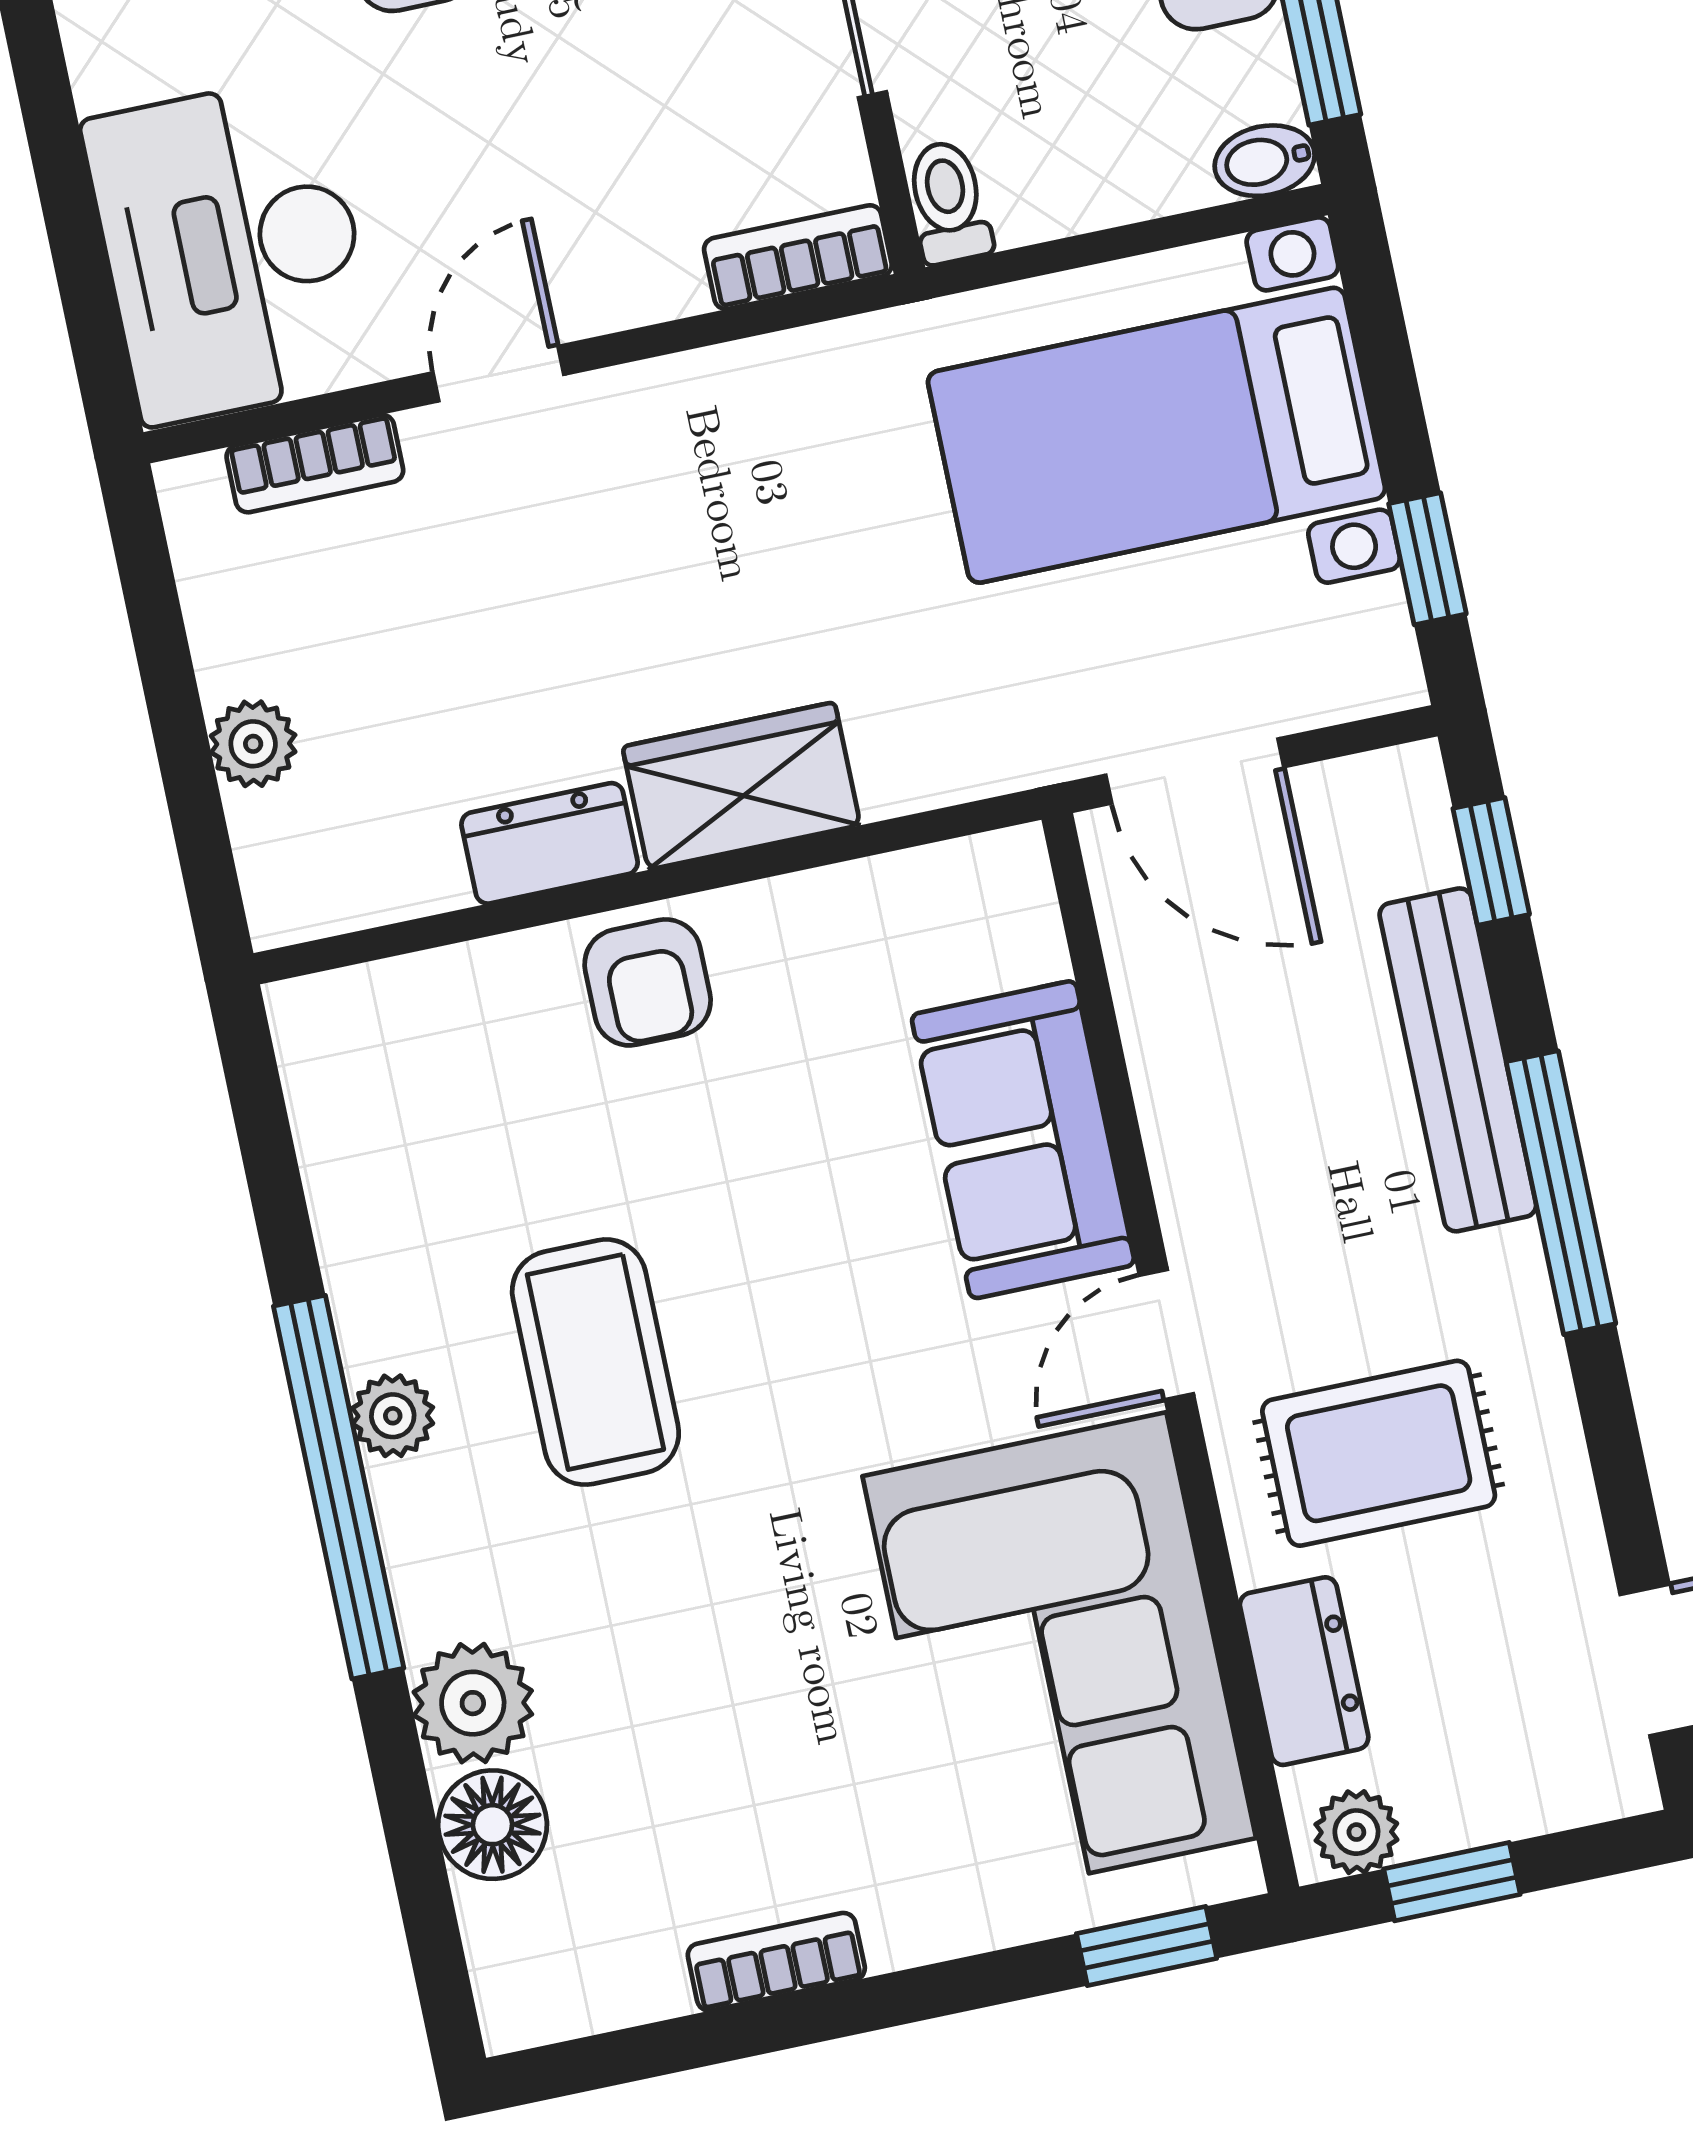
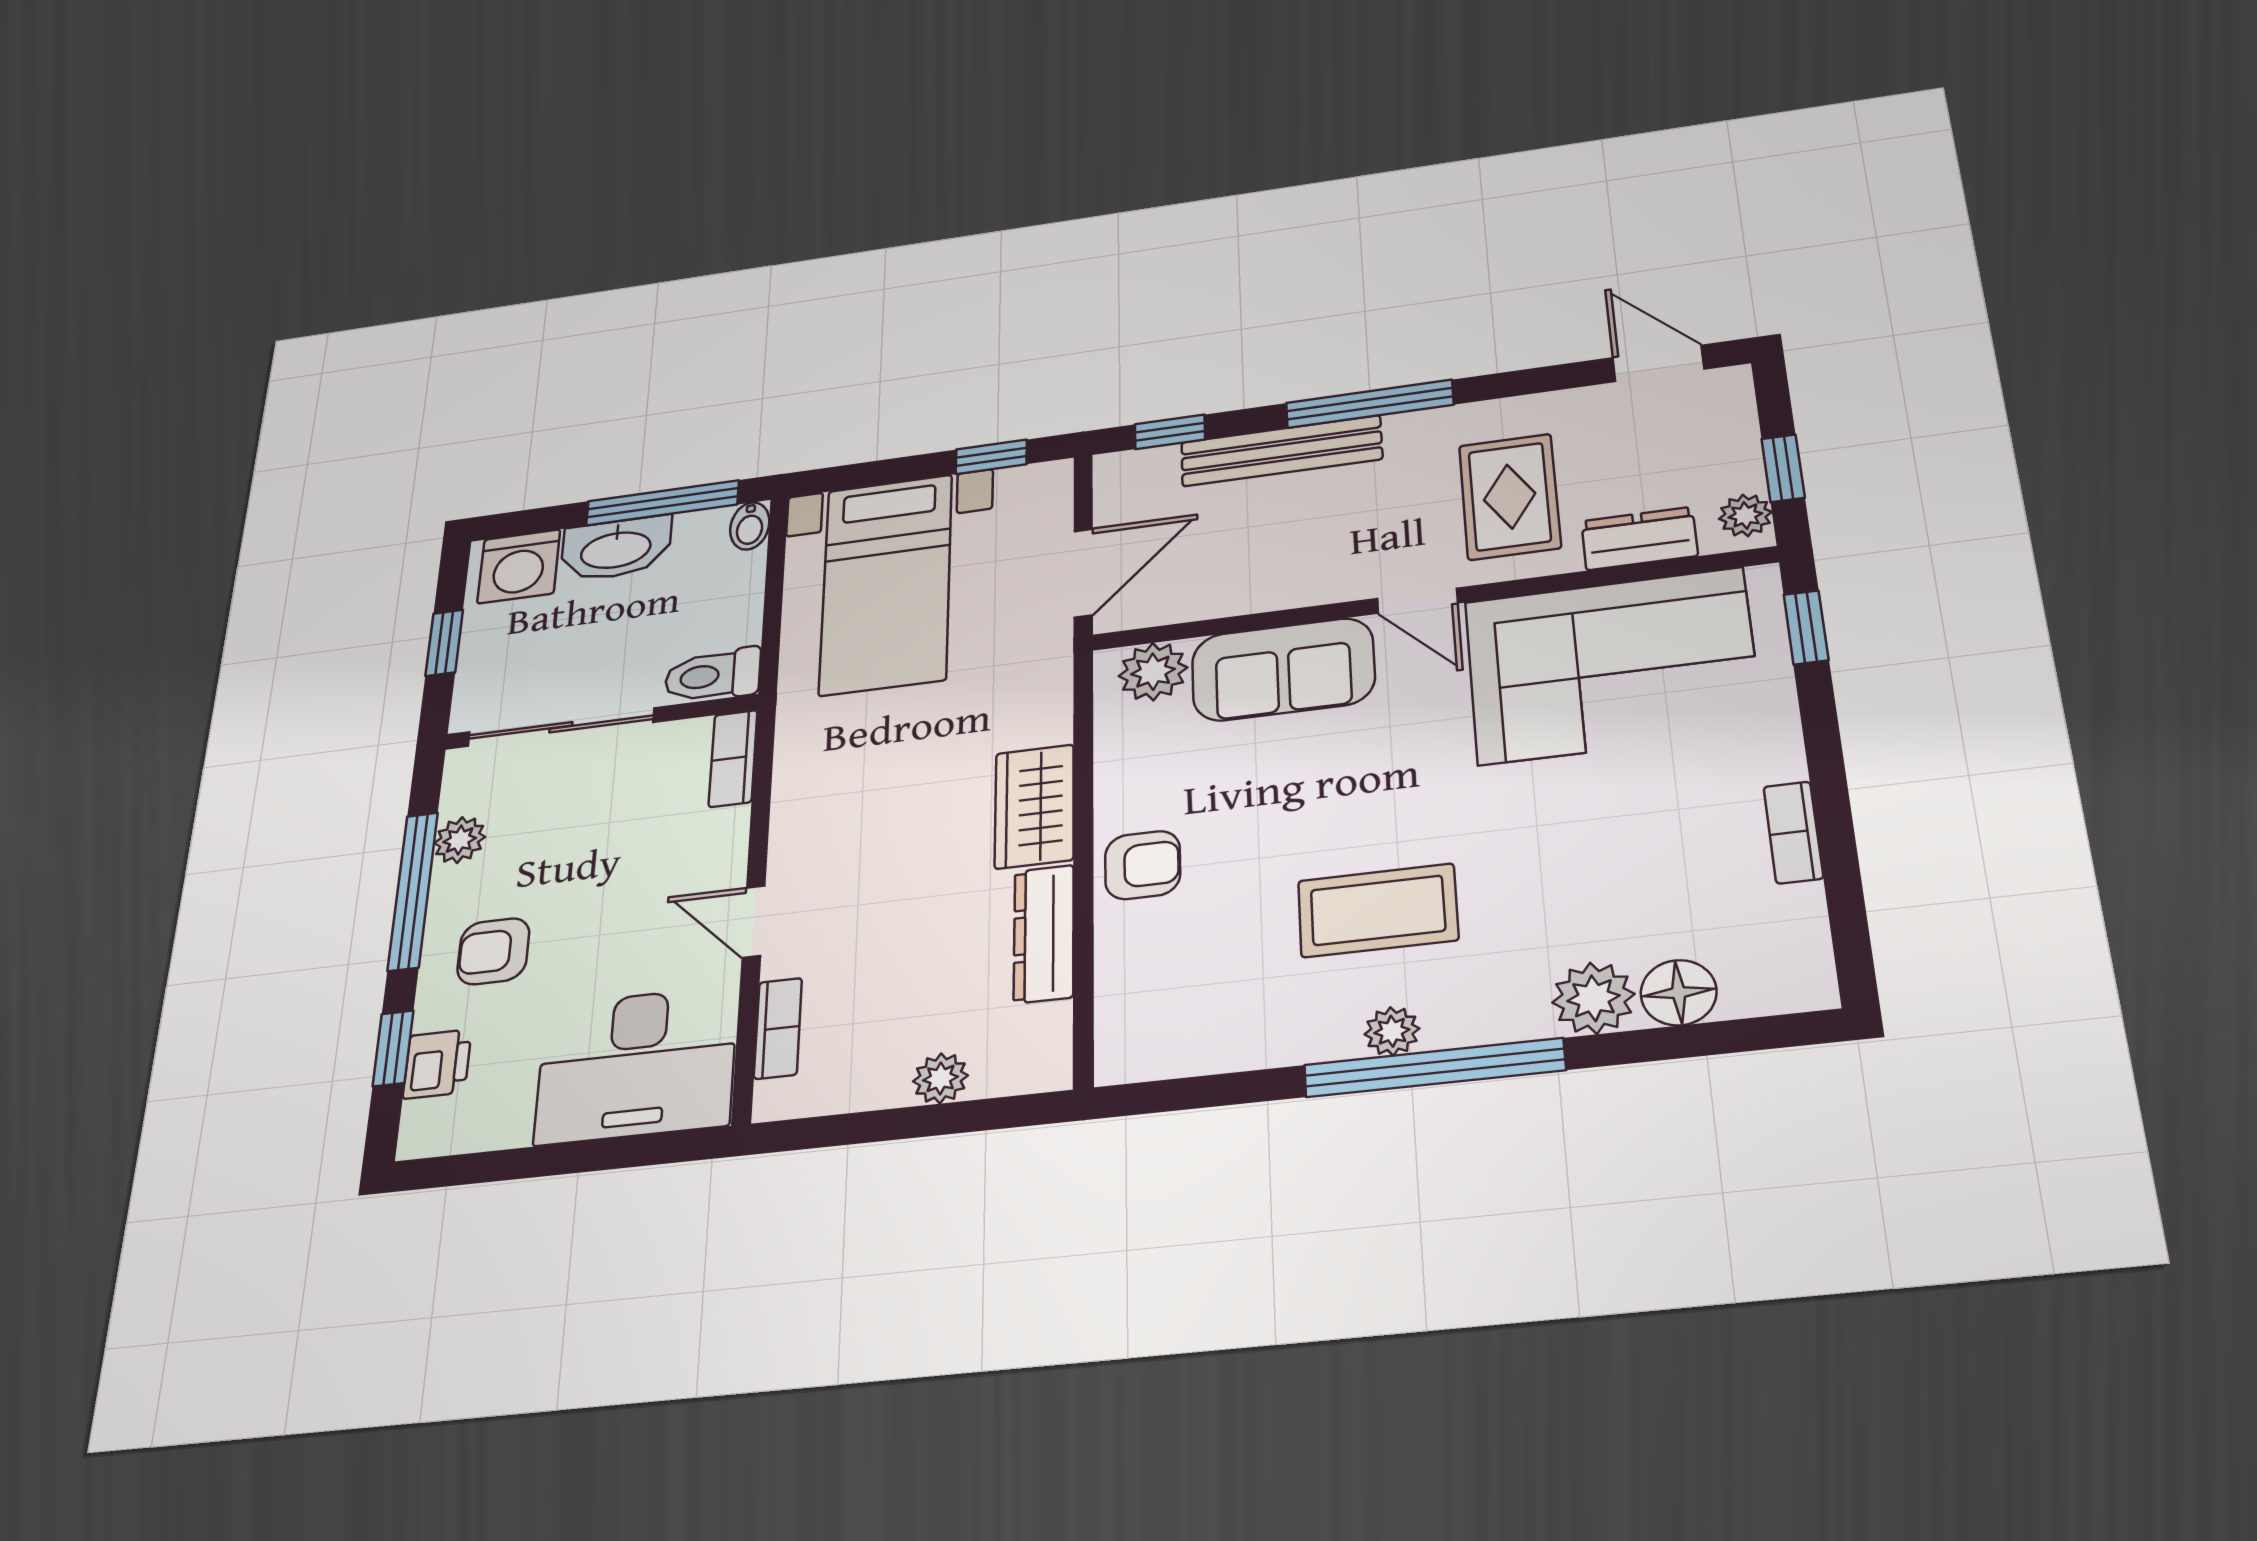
toilet: (948, 202) -> (713, 675), width x1.37, depth x1.39
dresser: (550, 843) -> (1044, 934), width x1.44
plant: (1007, 928) -> (1153, 672), added

